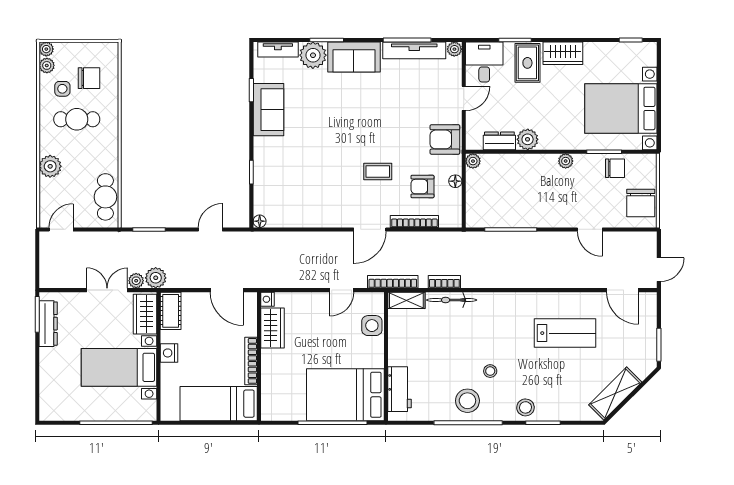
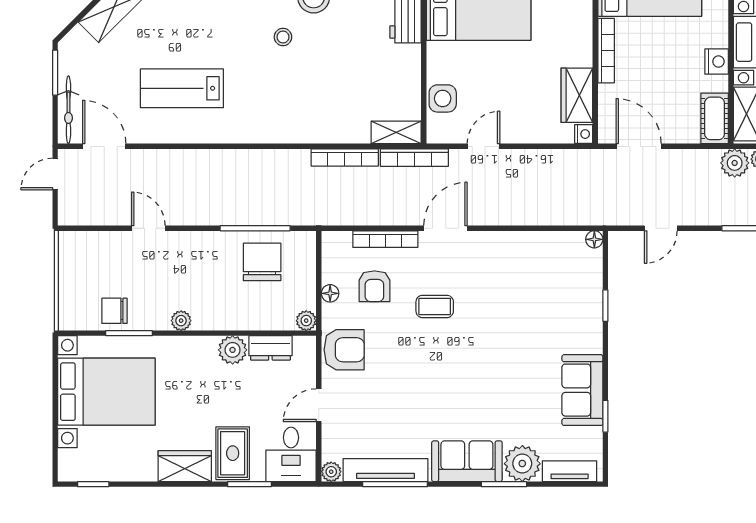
armchair: (422, 187) -> (374, 286), turned 90
chair: (641, 203) -> (262, 262), moved
bookcase: (444, 282) -> (345, 157), width x1.56
bicycle: (452, 300) -> (68, 110), moved, turned 90

